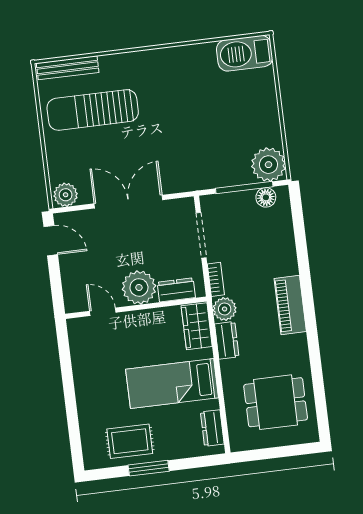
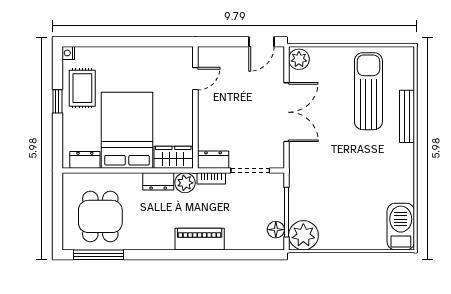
bench: (68, 68) -> (407, 116), moved
plant: (139, 287) -> (212, 112), removed
dresser: (176, 290) -> (213, 160), moved, turned -90
piano: (290, 305) -> (200, 239), moved
bed: (172, 384) -> (127, 130), width x1.50
window: (320, 399) -> (98, 255), added
nightstand: (91, 462) -> (68, 53), added
window: (149, 468) -> (57, 101), width x0.67

